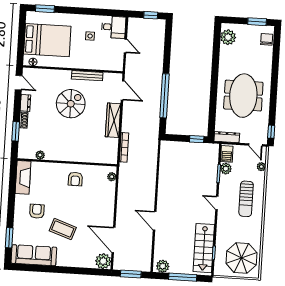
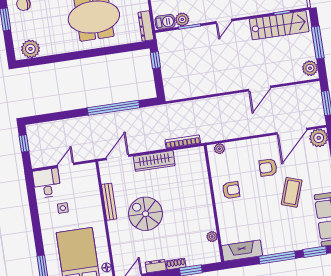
window: (11, 206) -> (277, 257), added
armchair: (37, 211) -> (268, 168), moved

